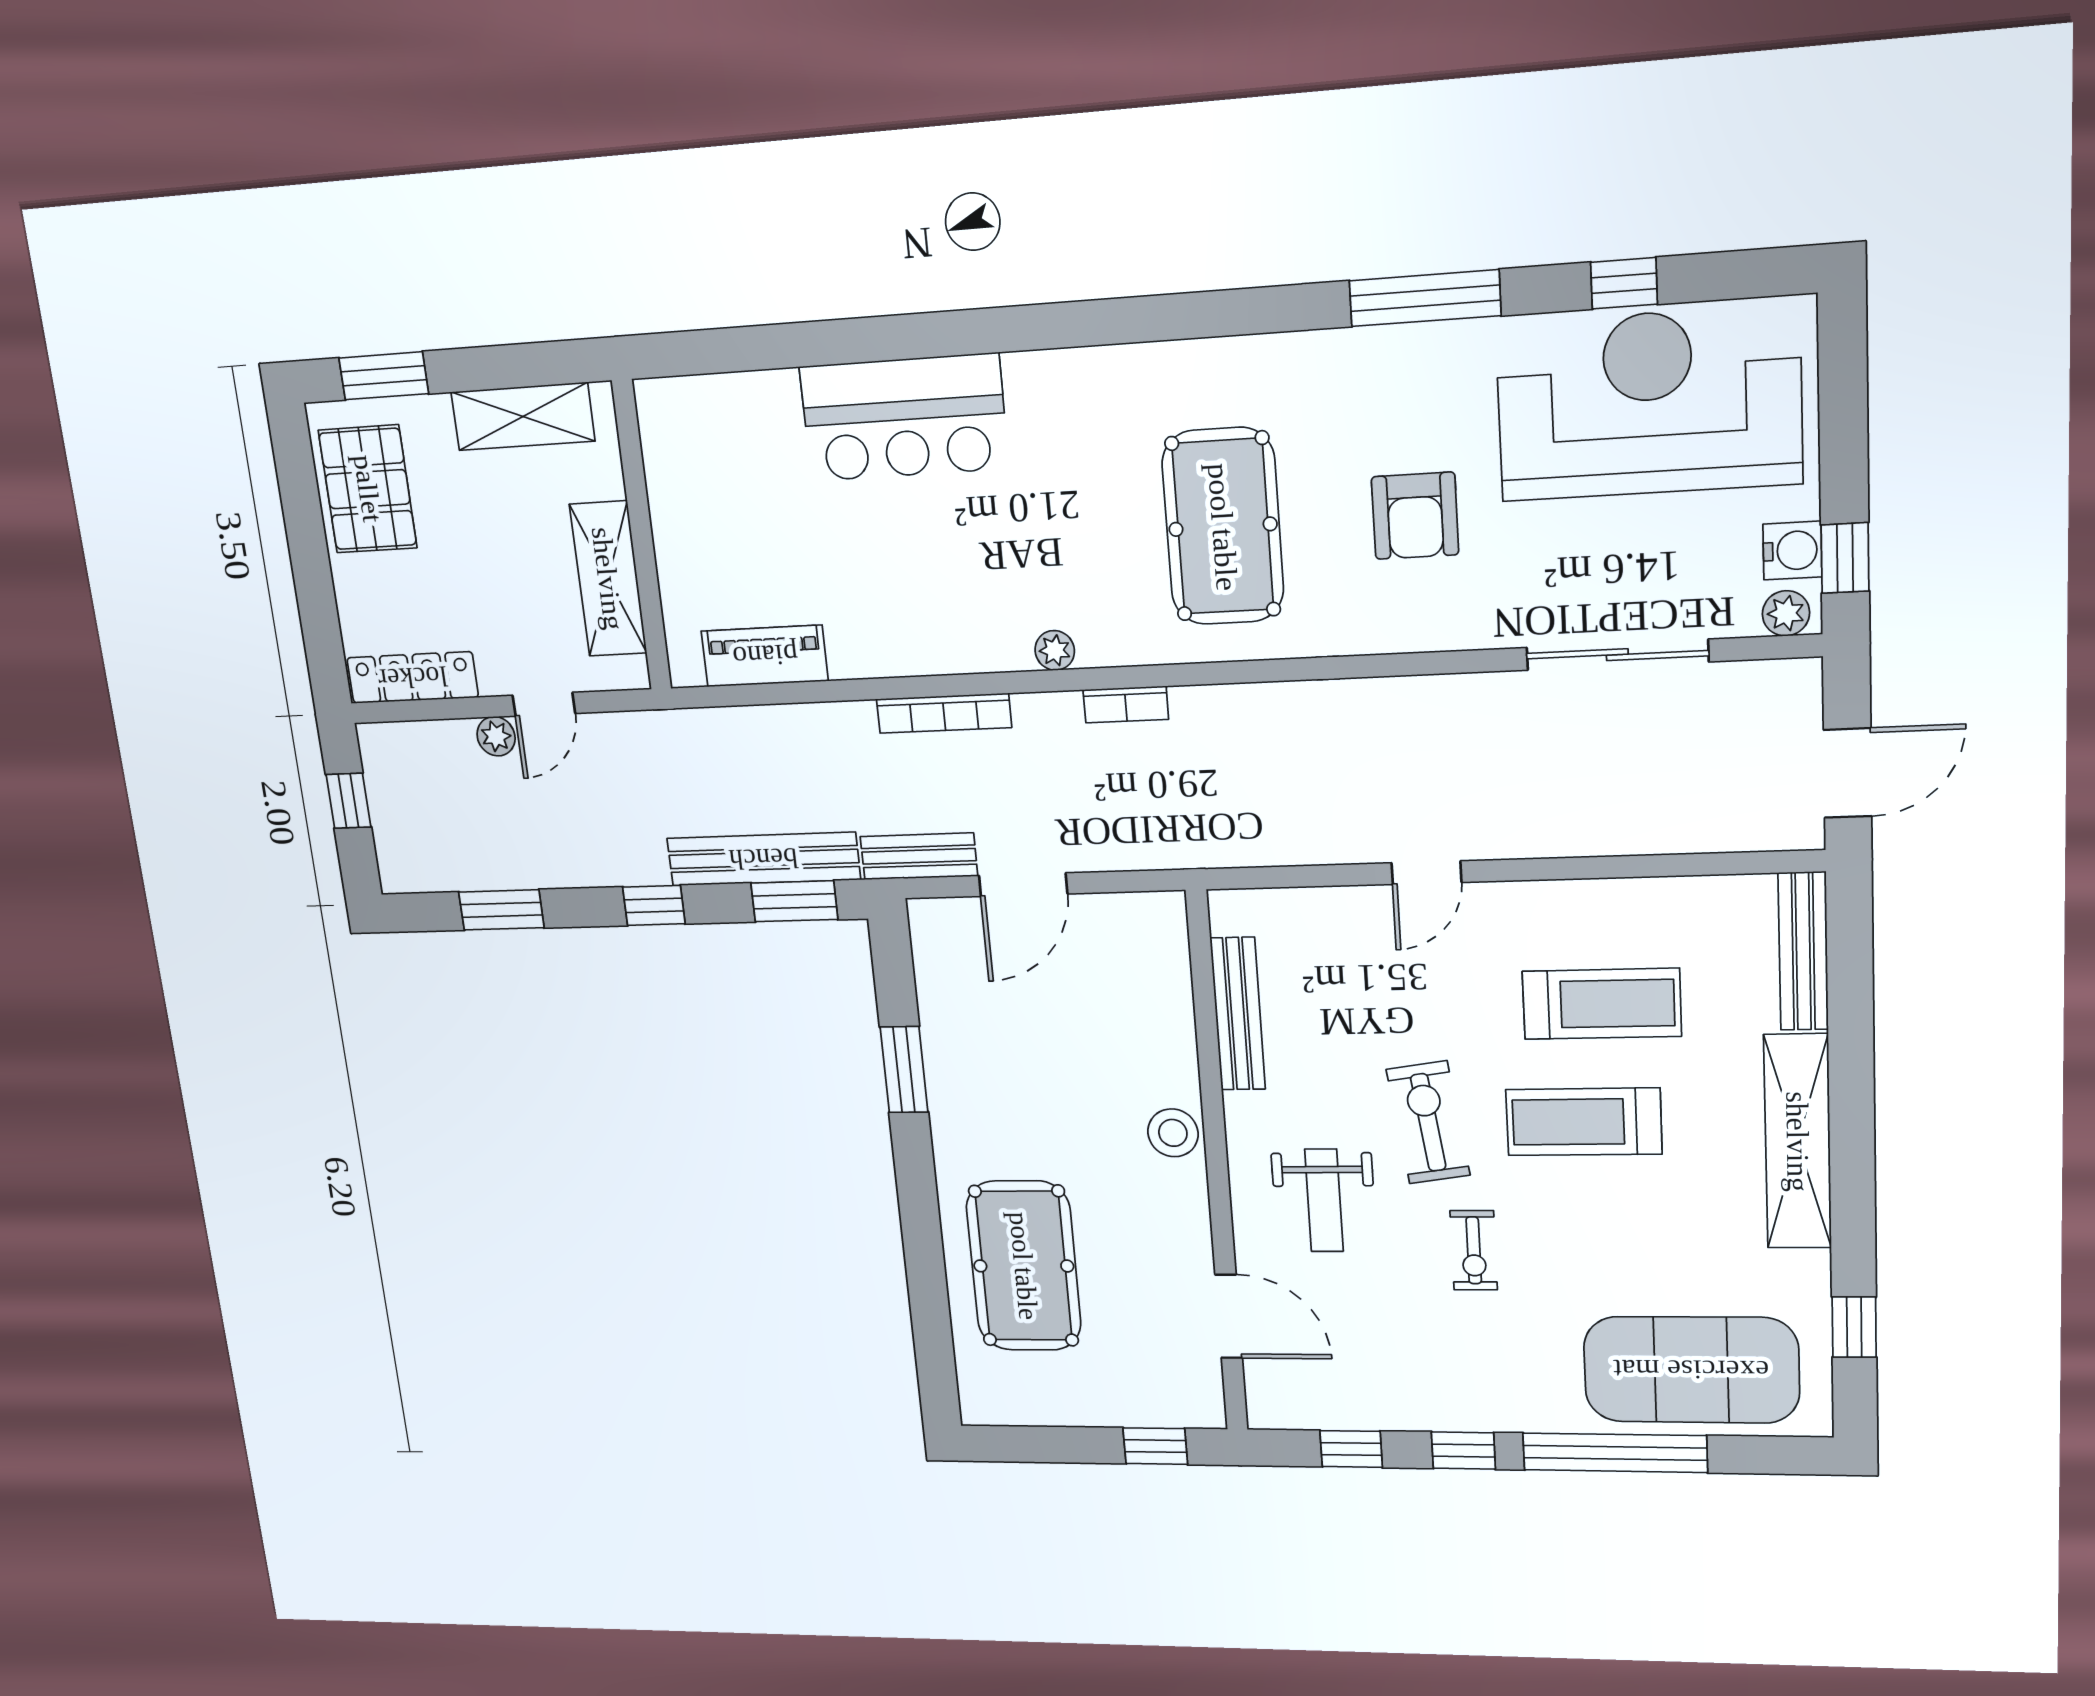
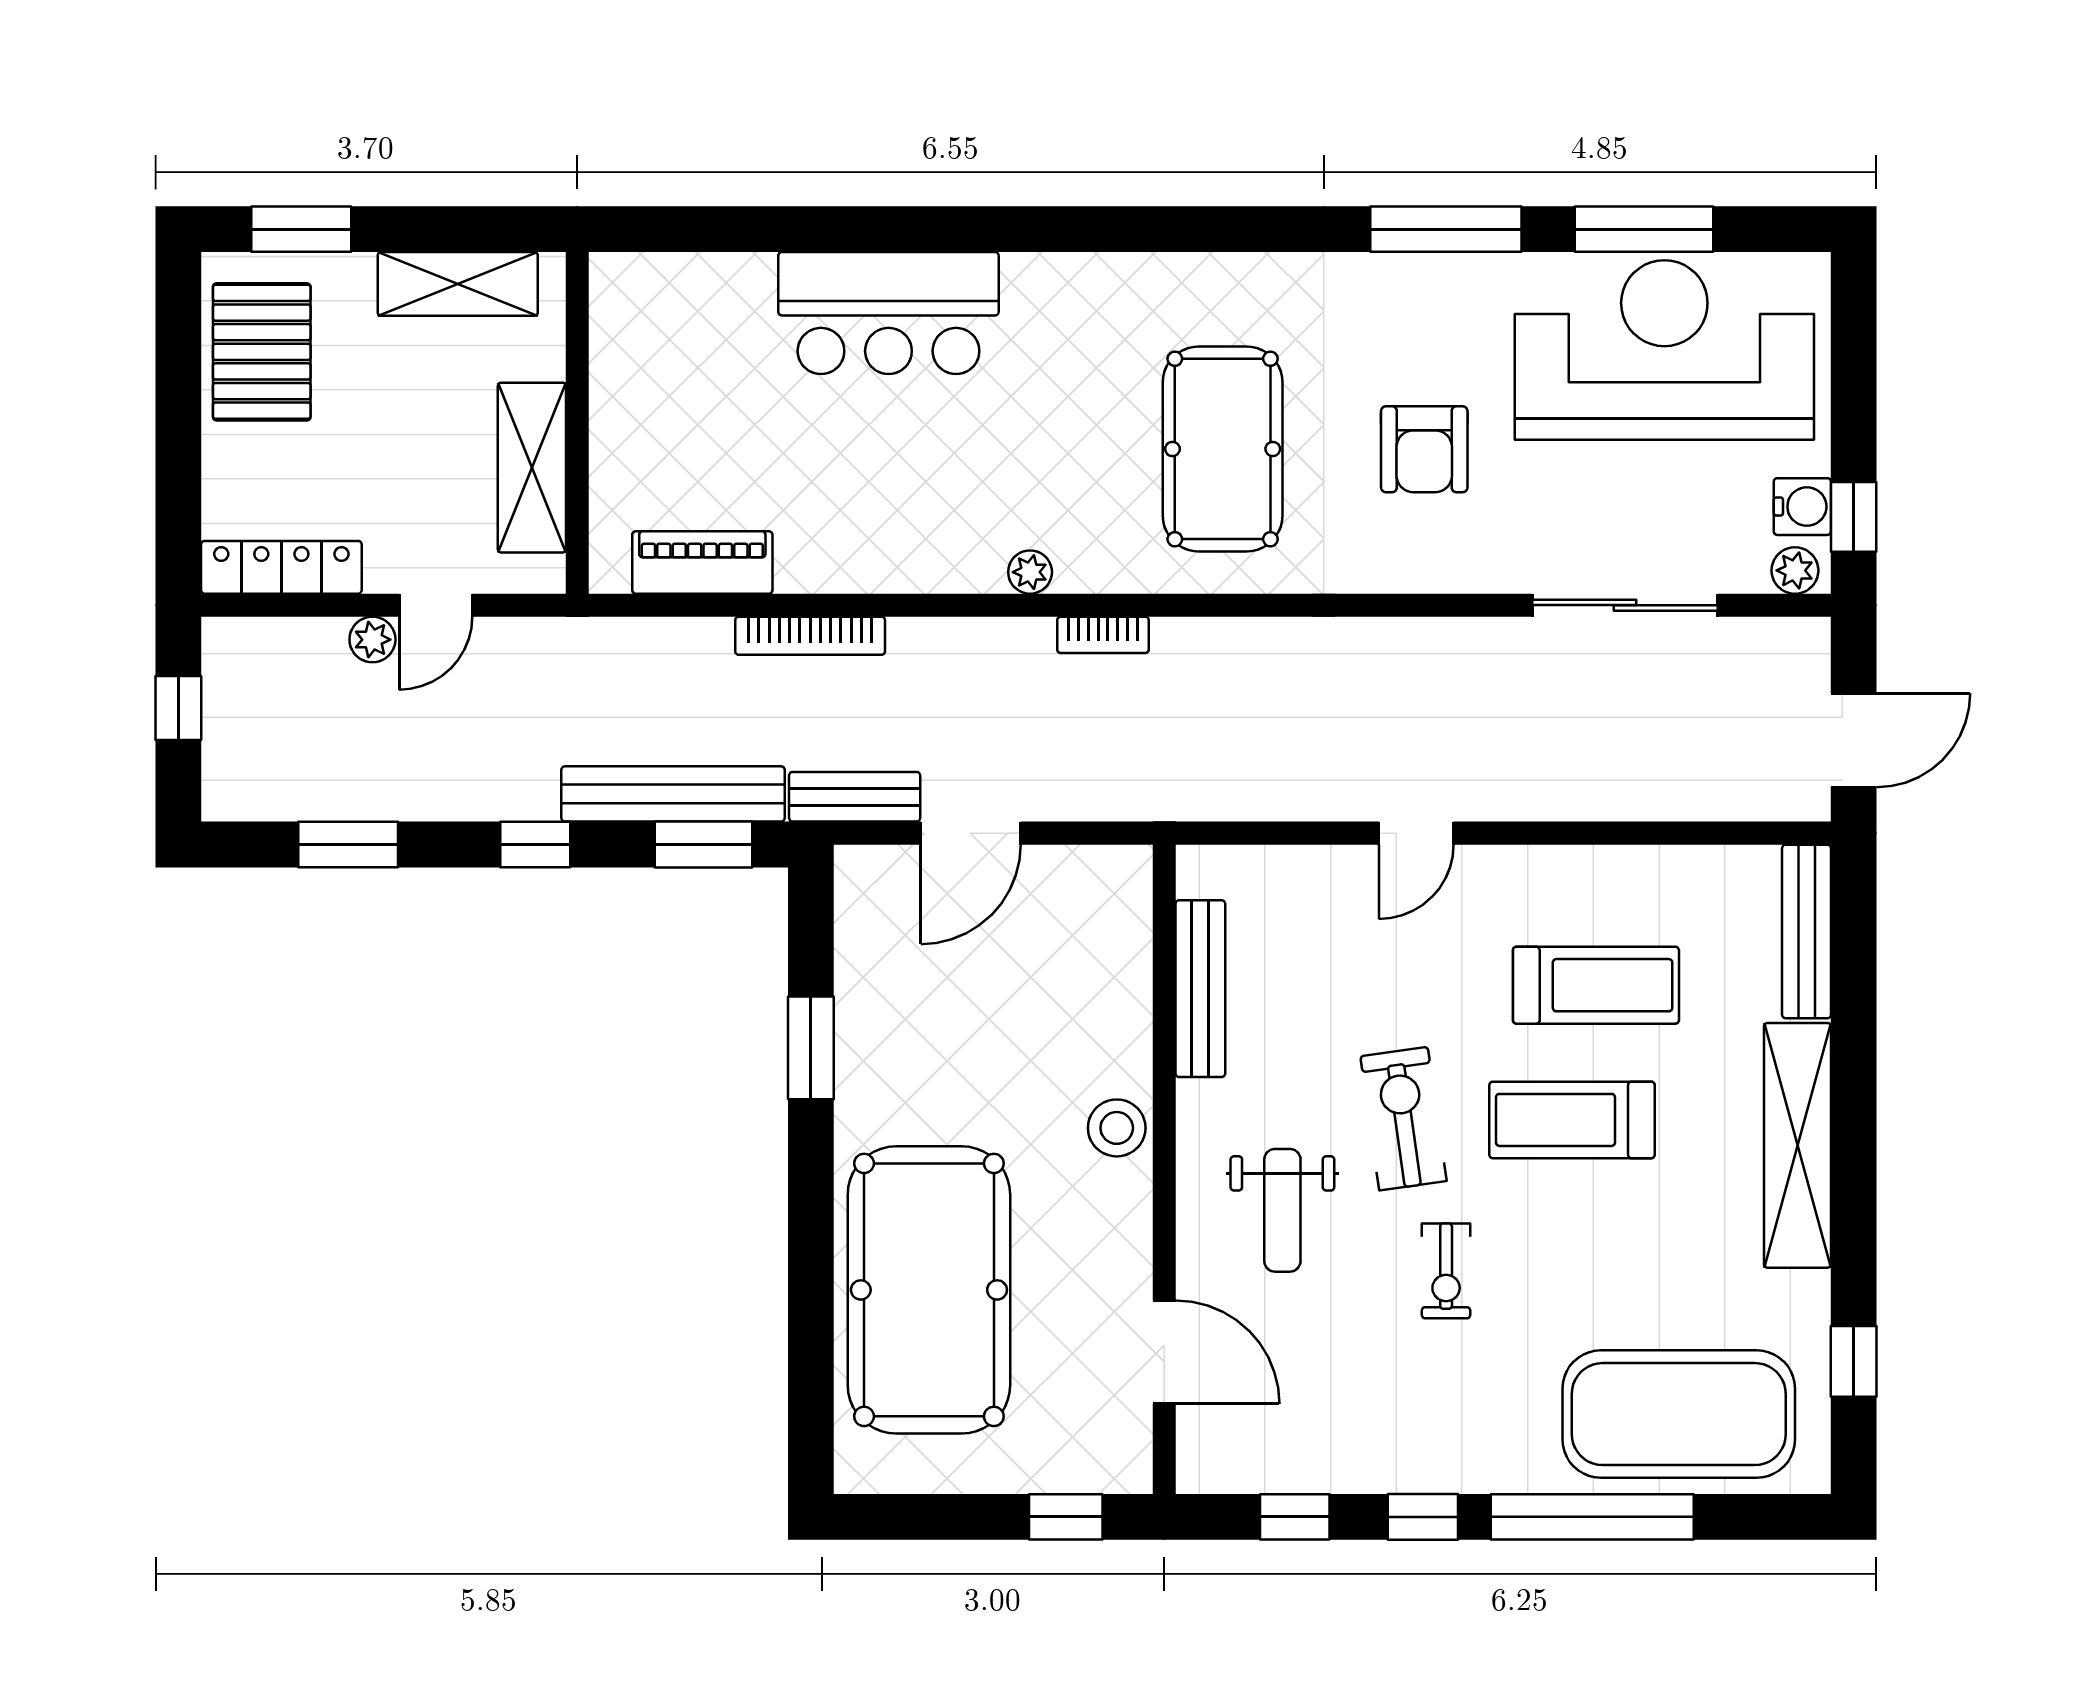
window: (1624, 283) -> (1644, 229), width x2.17
bookcase: (944, 713) -> (810, 636), moved
pool table: (1024, 1266) -> (929, 1290), width x1.36, depth x1.32

